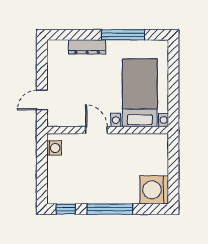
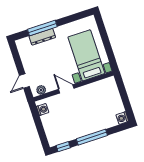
window: (123, 35) -> (42, 28), moved
plant: (61, 120) -> (41, 90), added
washing machine: (154, 190) -> (122, 118), width x0.53, depth x0.53

